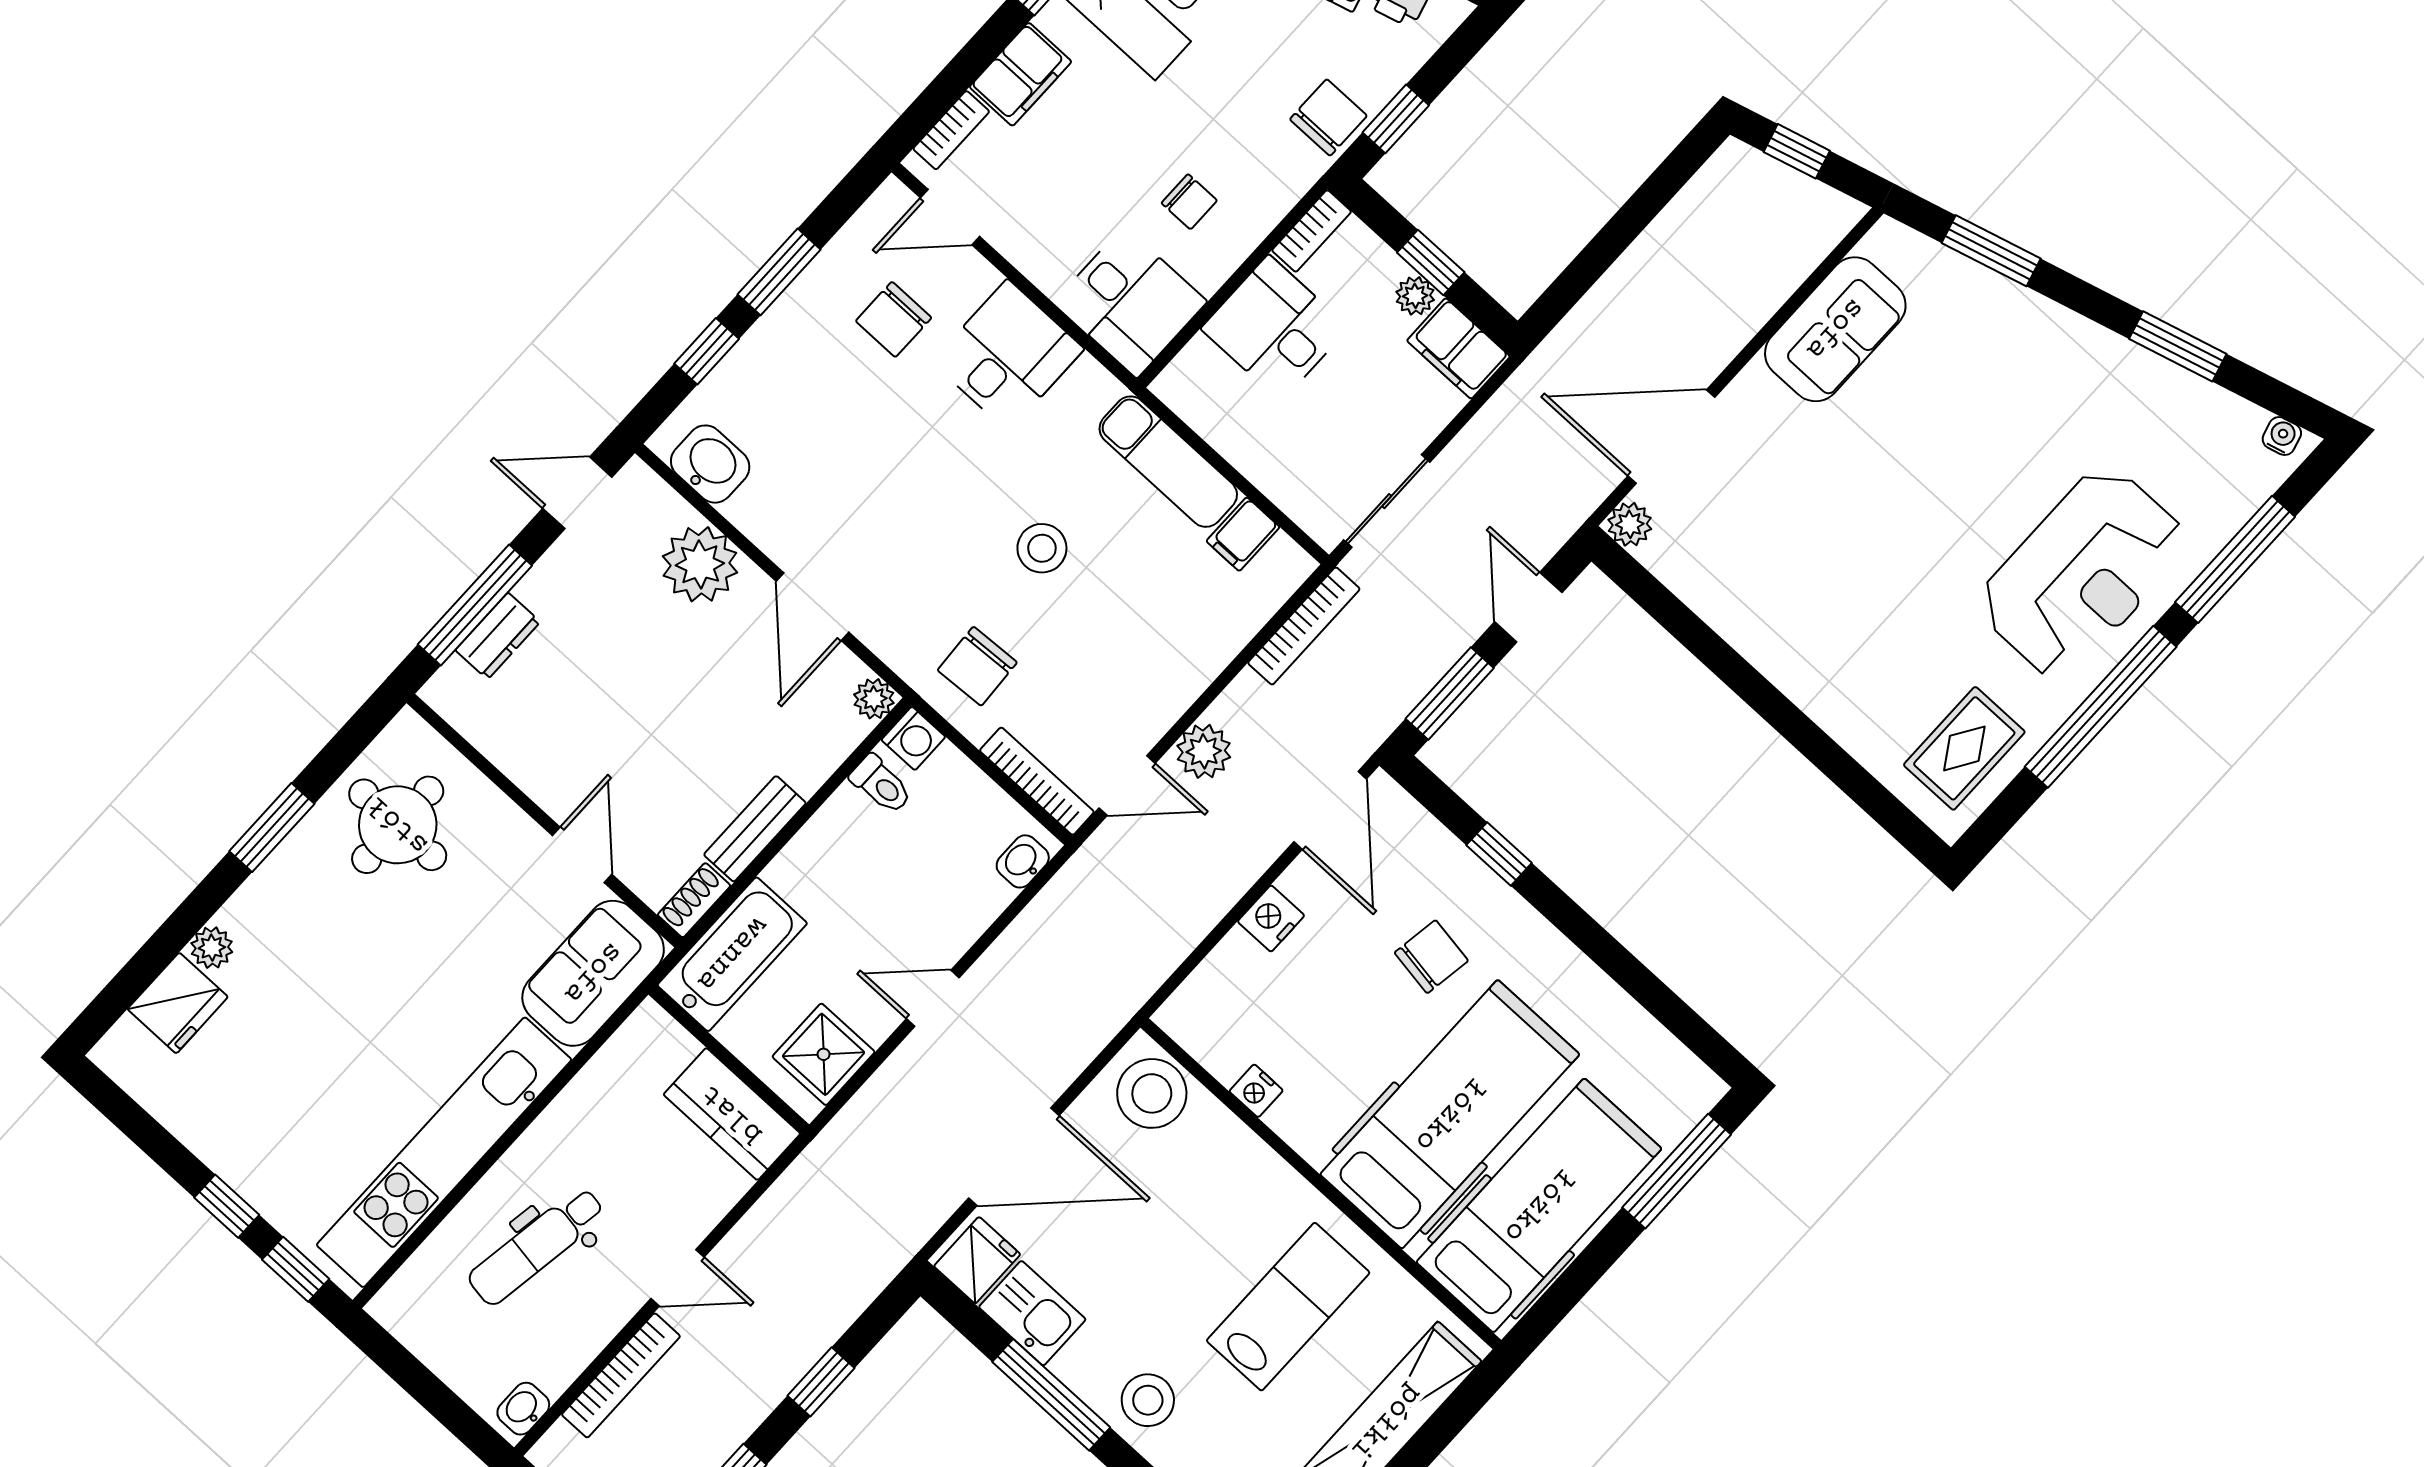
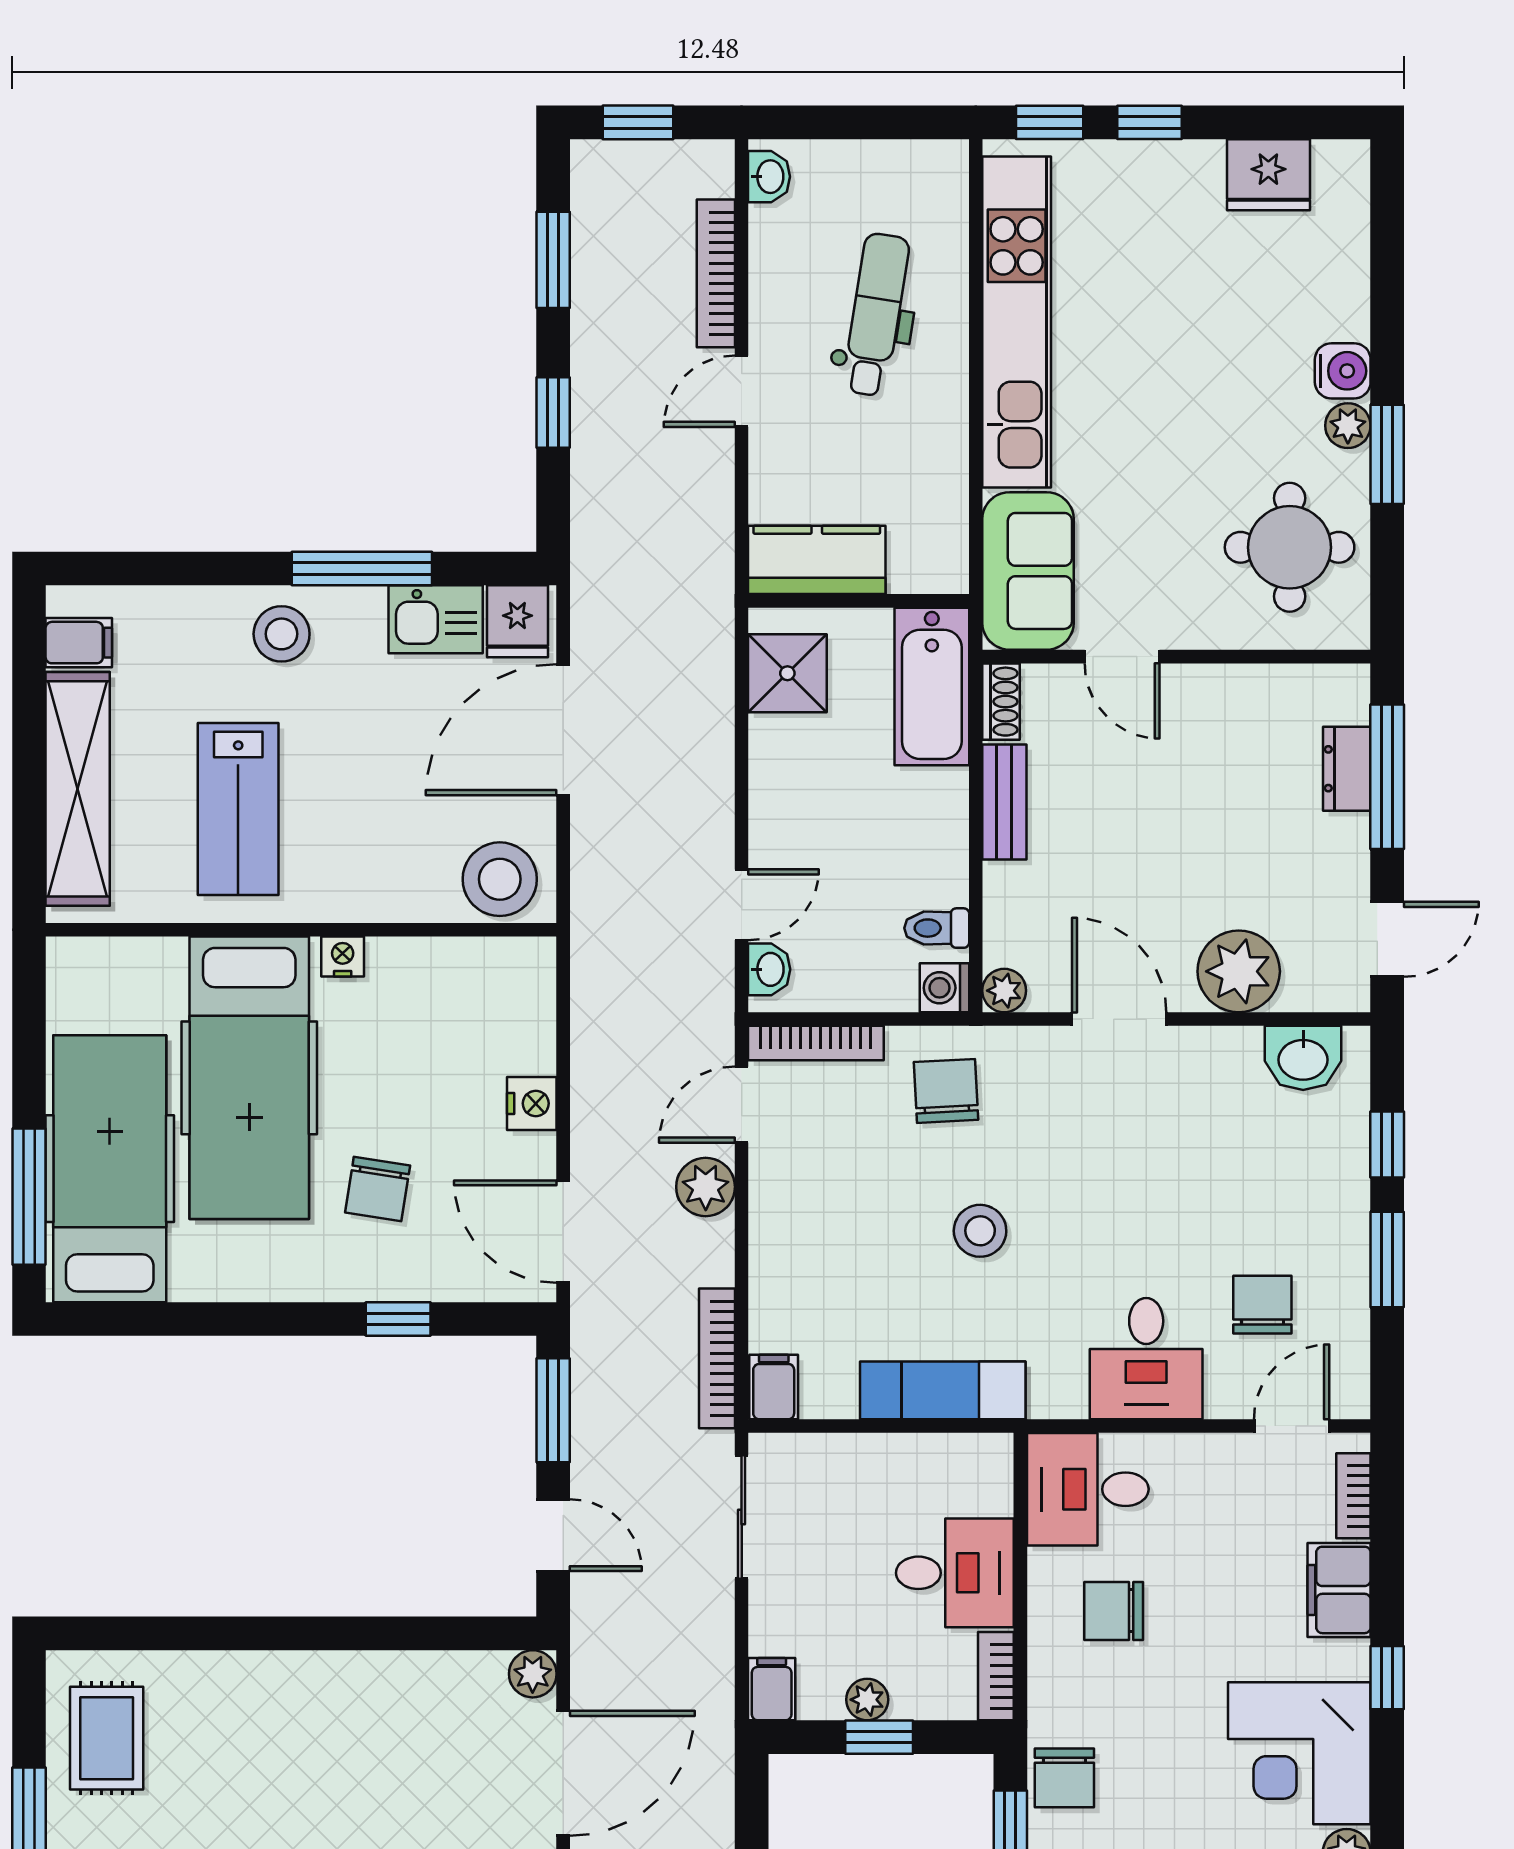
chair: (1189, 202) -> (1114, 1611), width x1.37, depth x1.37
filing cabinet: (1458, 348) -> (772, 1689), width x0.50
filing cabinet: (1243, 534) -> (774, 1387), moved
water cooler: (250, 913) -> (1343, 371), added
plant: (212, 948) -> (1348, 426), moved
door: (933, 998) -> (742, 905), moved
fridge: (178, 1003) -> (1268, 175), moved, turned -90
nightstand: (1256, 1091) -> (343, 957), moved
hospital bed: (1539, 1205) -> (110, 1169), moved, turned 180

